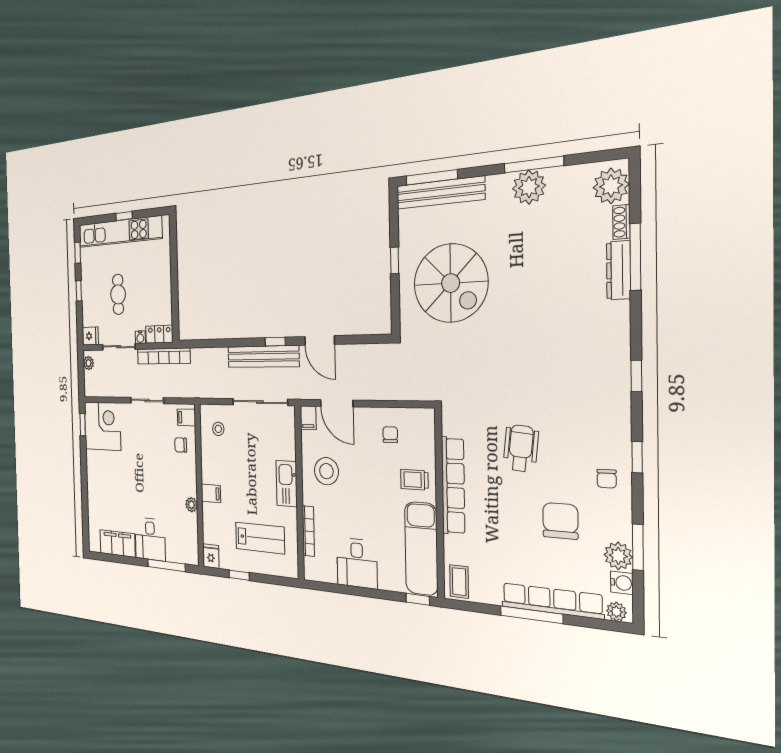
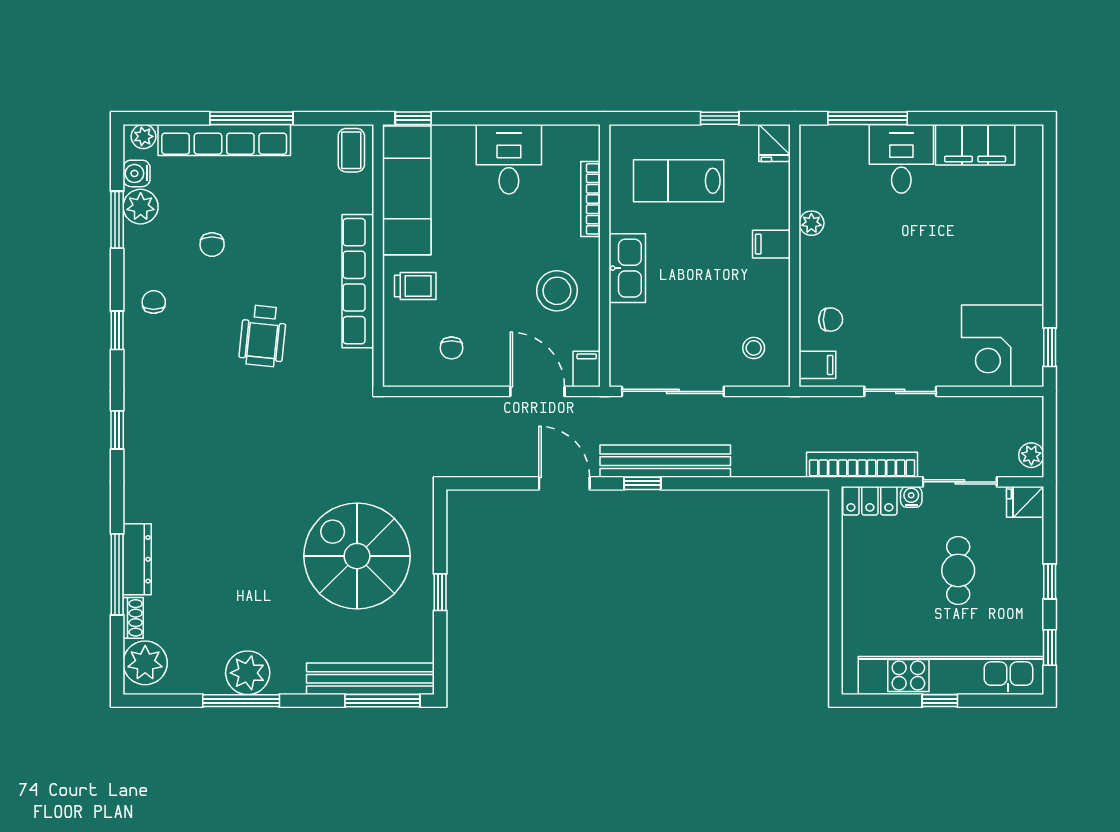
chair: (560, 521) -> (212, 245), width x0.54, depth x0.54

